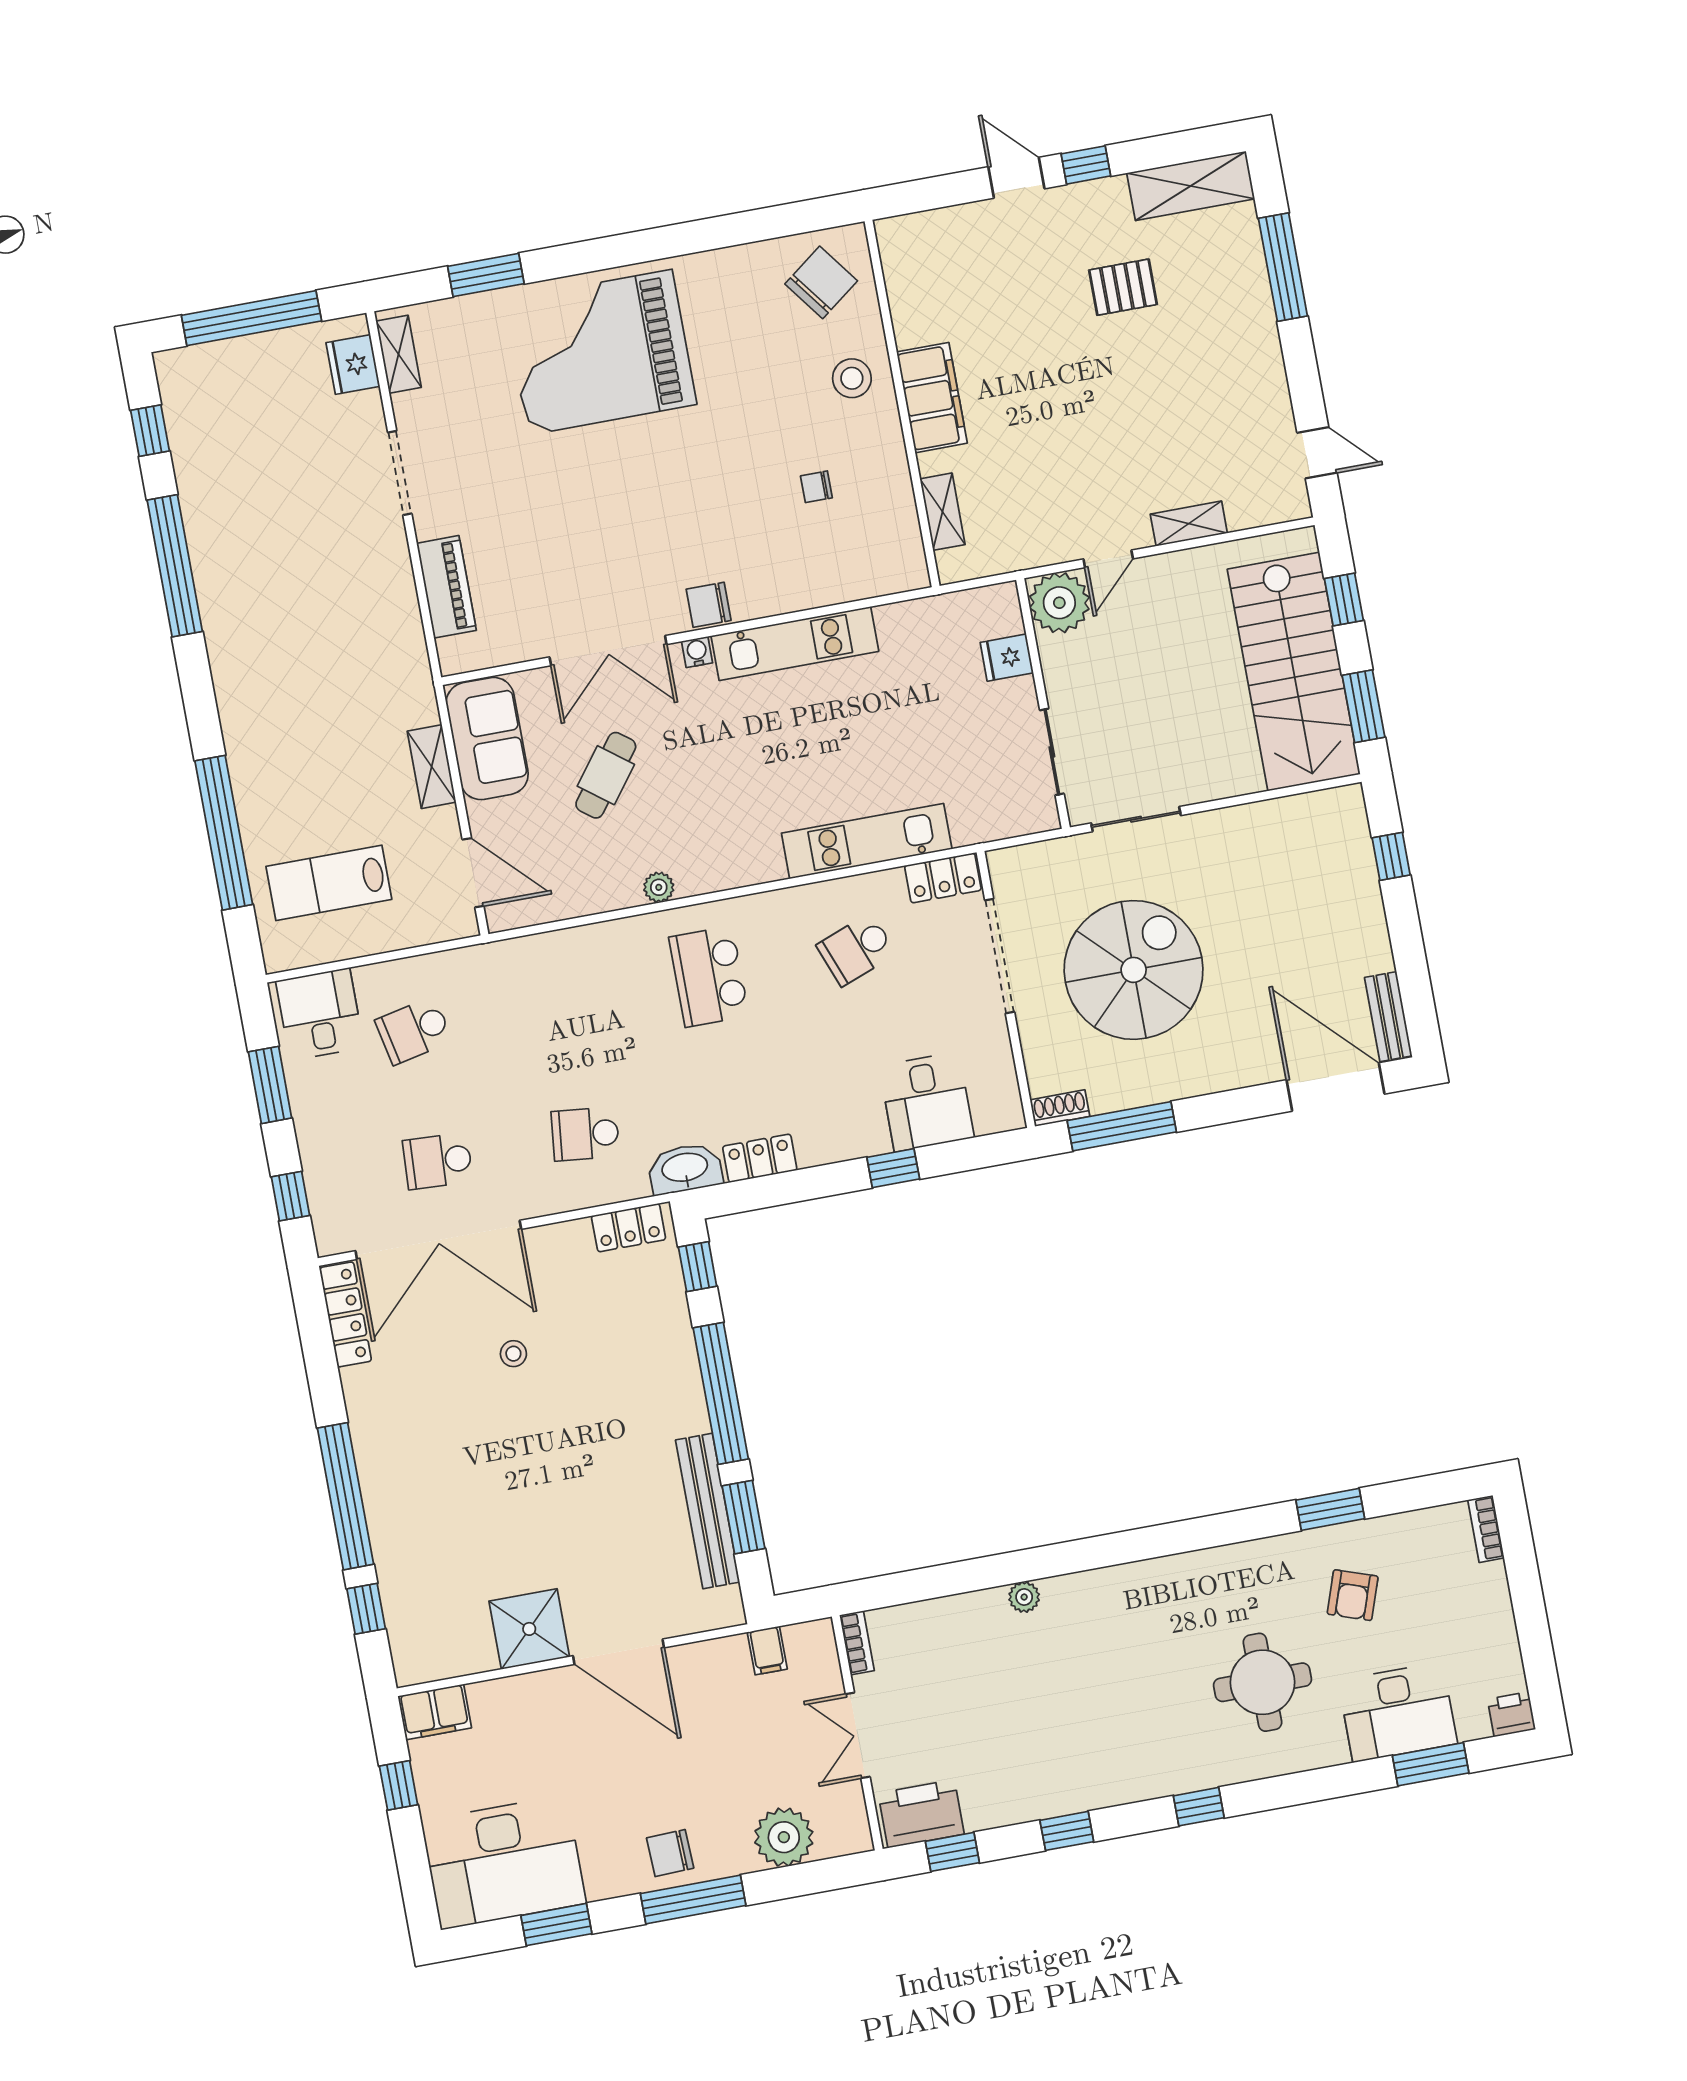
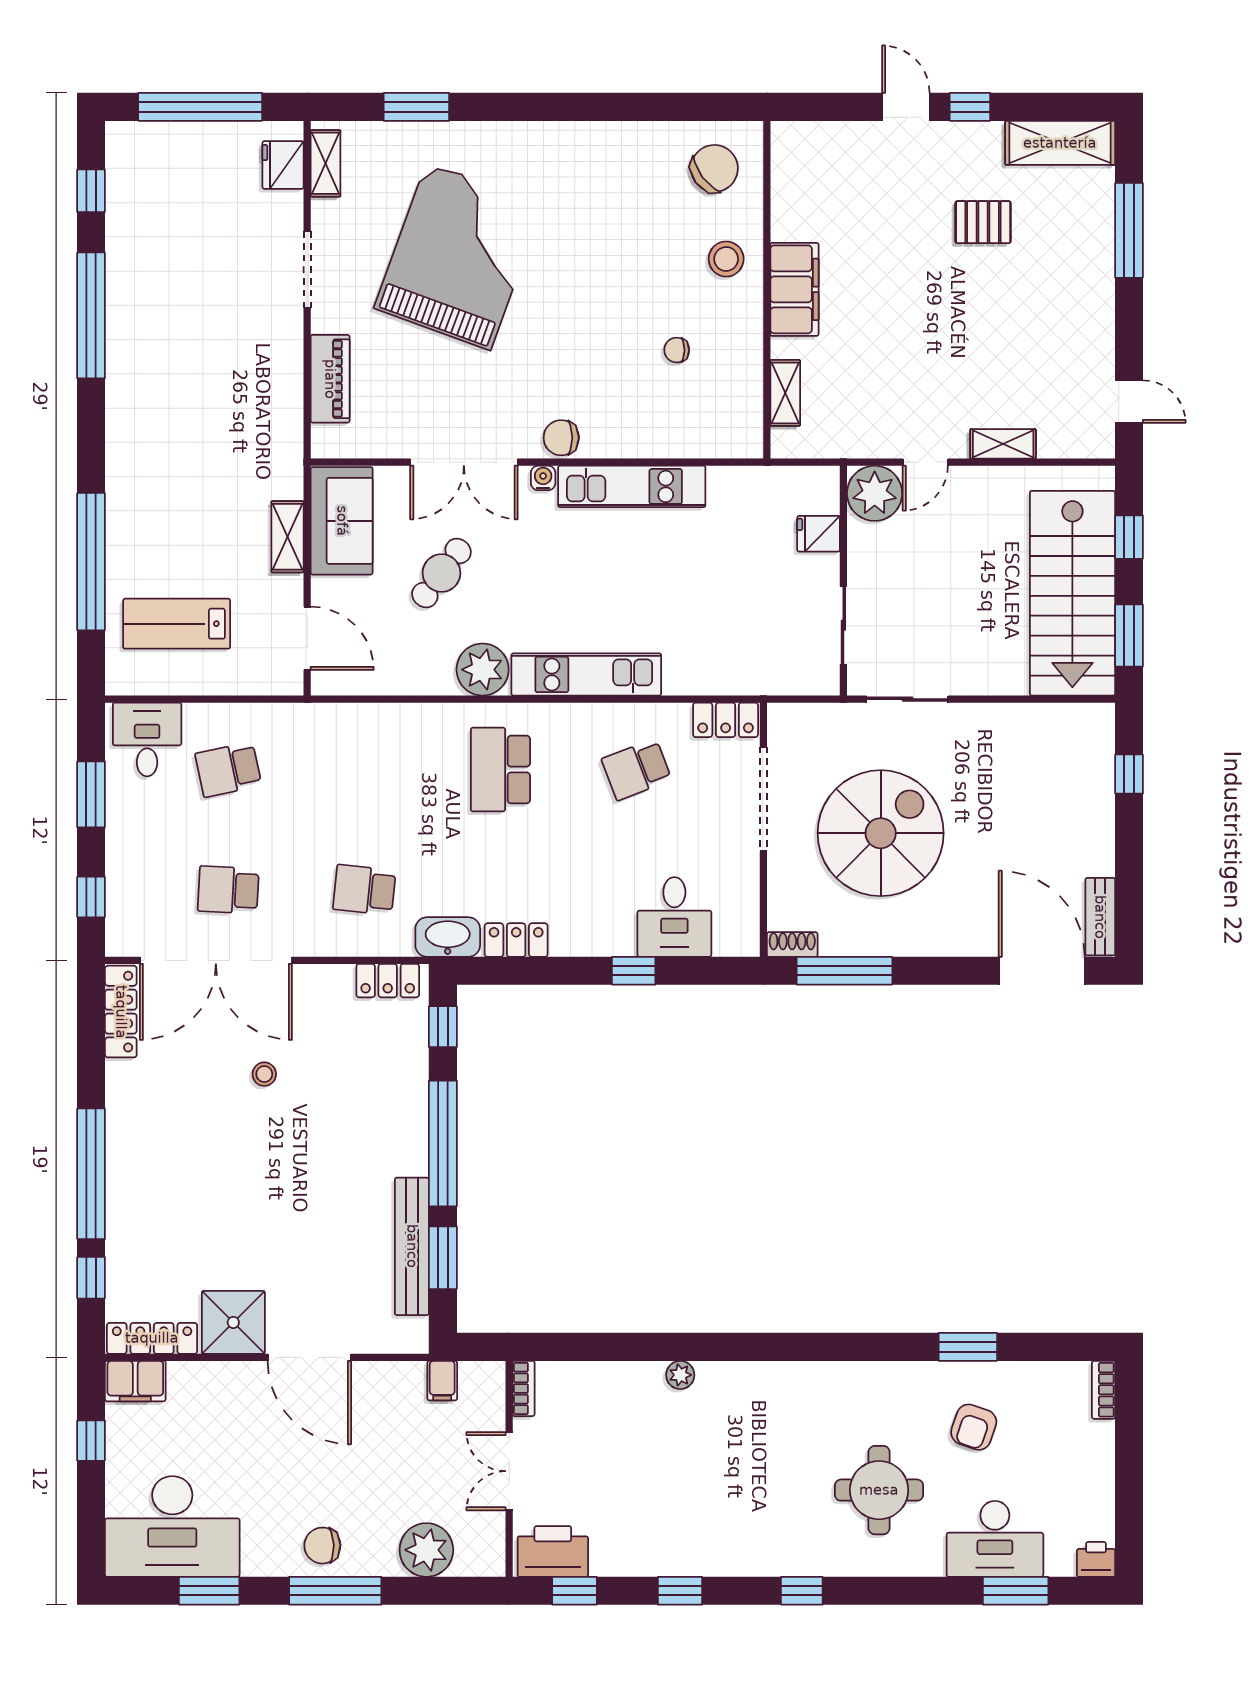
grand piano: (600, 352) -> (459, 256), moved, turned 110
kitchen unit: (867, 841) -> (586, 674), moved
plant: (659, 887) -> (483, 670), width x1.87, depth x1.87
locker: (444, 1662) -> (152, 1338), added

